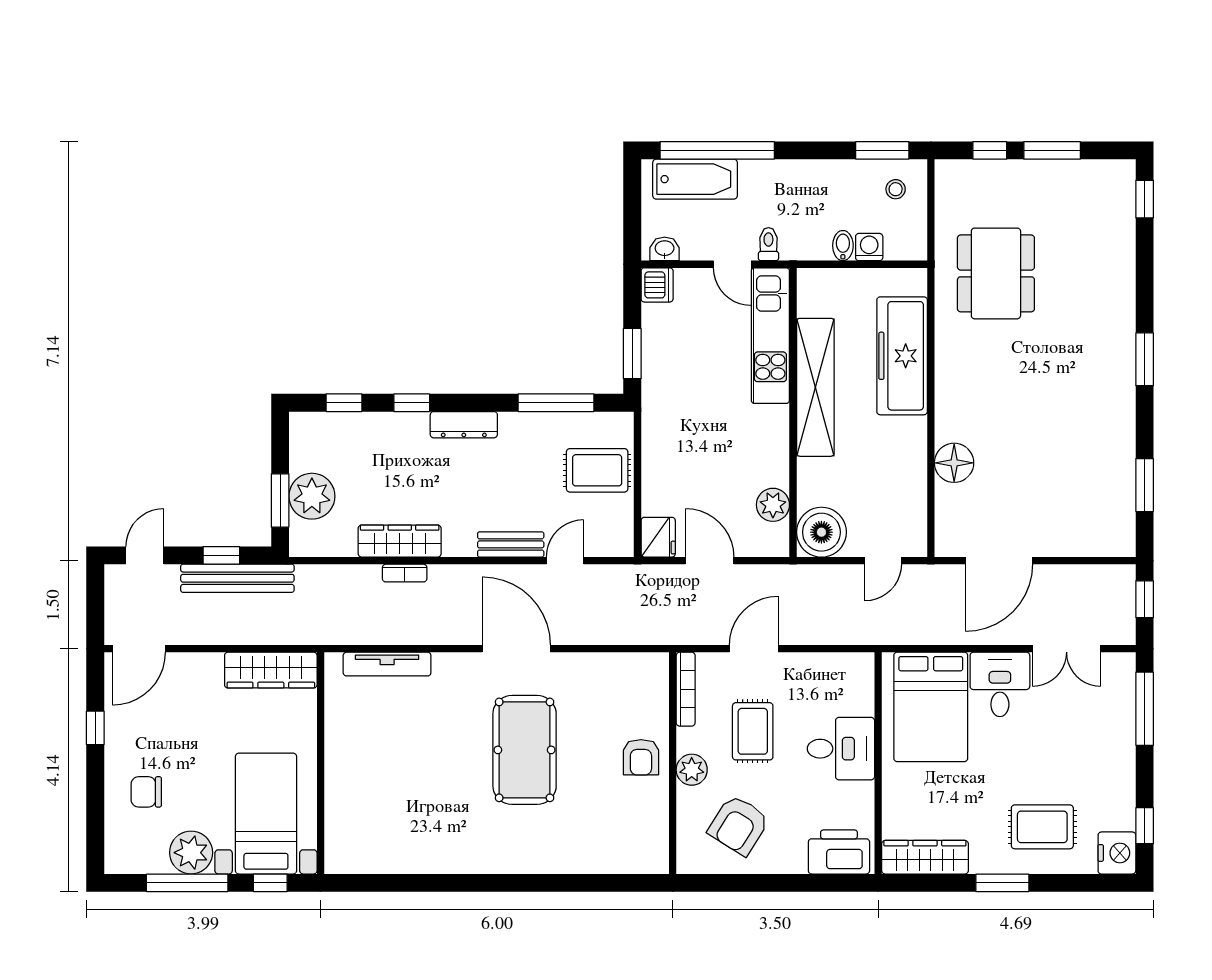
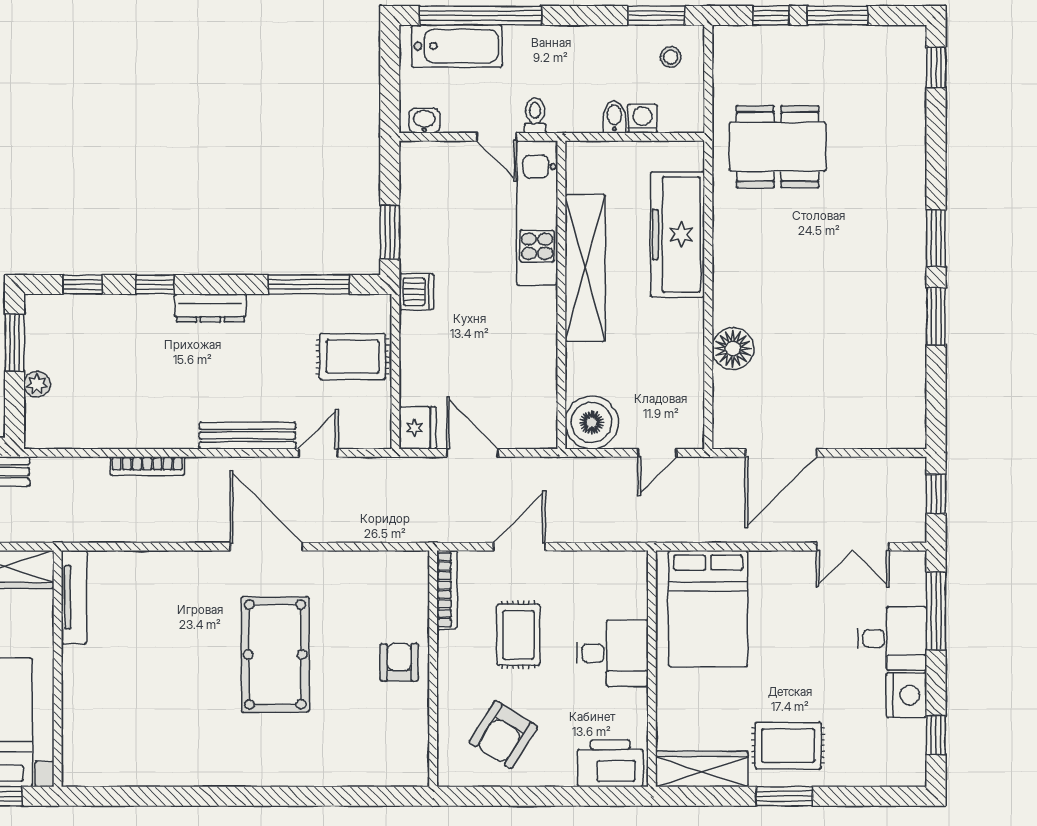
dining table: (996, 273) -> (778, 147), turned 90
dishwasher: (657, 285) -> (416, 292), moved
window: (1145, 485) -> (936, 316), moved
plant: (312, 496) -> (37, 384), width x0.53, depth x0.53
window: (280, 500) -> (15, 342), moved
plant: (773, 505) -> (540, 393), removed
wardrobe: (400, 541) -> (142, 432), removed
bench: (511, 544) -> (248, 436), width x1.36
bookcase: (405, 573) -> (147, 466), width x1.56
tv unit: (387, 664) -> (74, 597), moved, turned -90
desk: (1000, 684) -> (892, 638), moved, turned 90
armchair: (641, 757) -> (399, 662), turned 180
plant: (692, 770) -> (453, 676), removed
rug: (1042, 827) -> (788, 746), moved
nightstand: (1117, 853) -> (906, 695), moved

